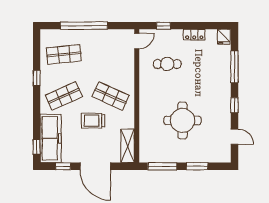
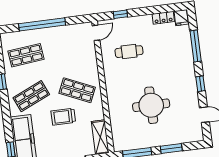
locker: (194, 35) -> (163, 18), moved

